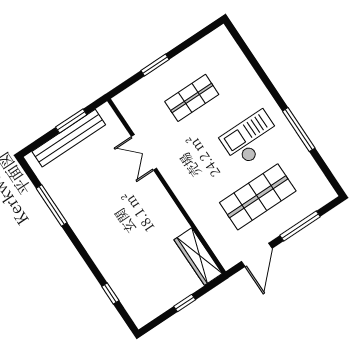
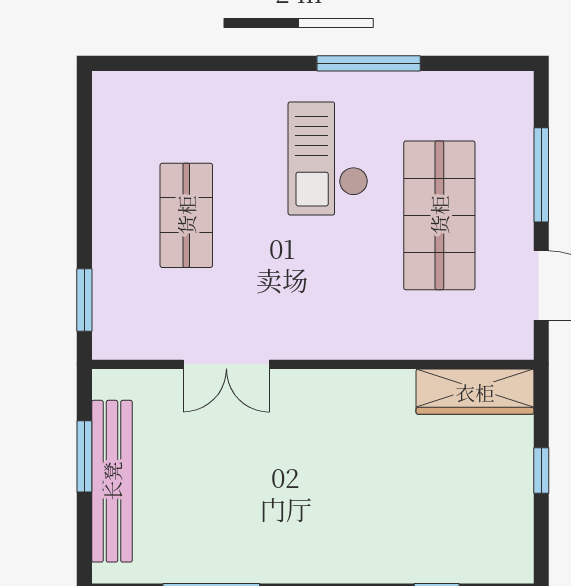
window: (155, 65) -> (84, 300), moved

